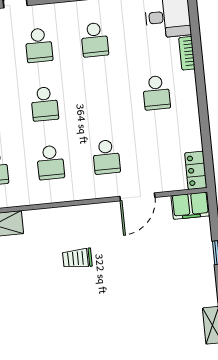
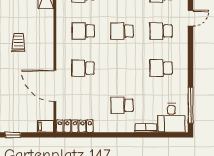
locker: (196, 170) -> (75, 126), width x1.53
door: (137, 197) -> (55, 86), width x1.36
filing cabinet: (190, 206) -> (45, 126), width x0.50

